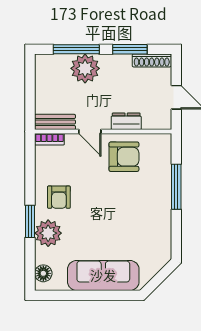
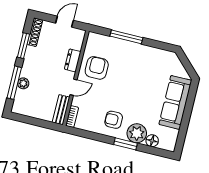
plant: (85, 68) -> (23, 83), width x0.53, depth x0.53
armchair: (59, 197) -> (114, 120), turned 180
floor lamp: (43, 273) -> (152, 141), moved

